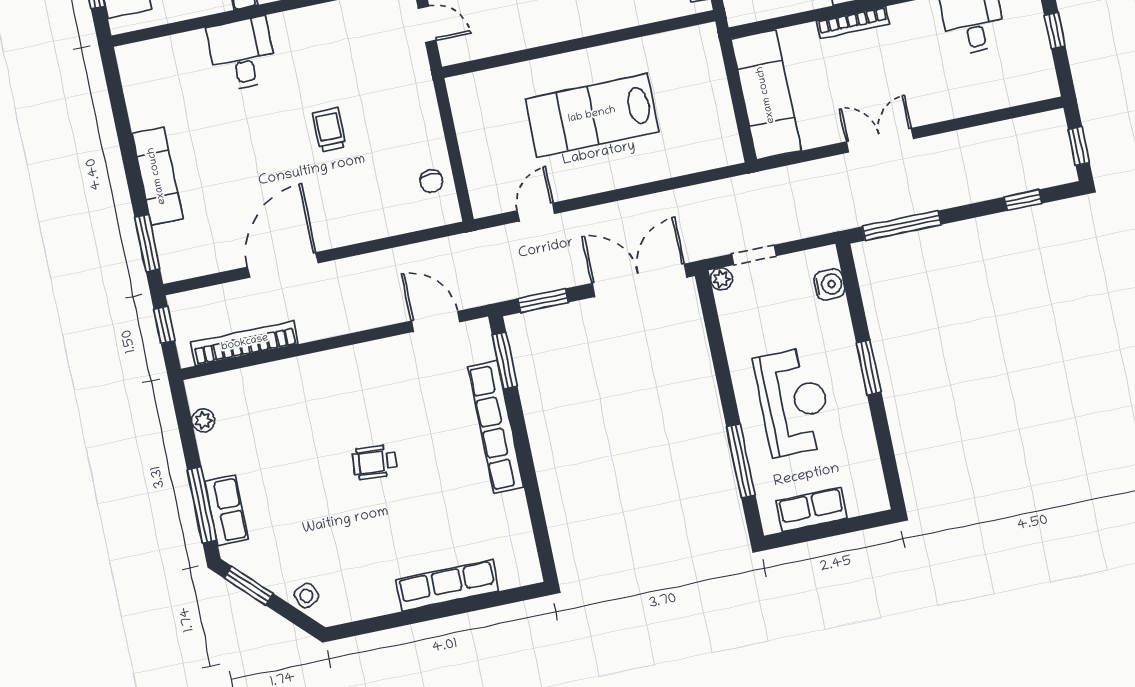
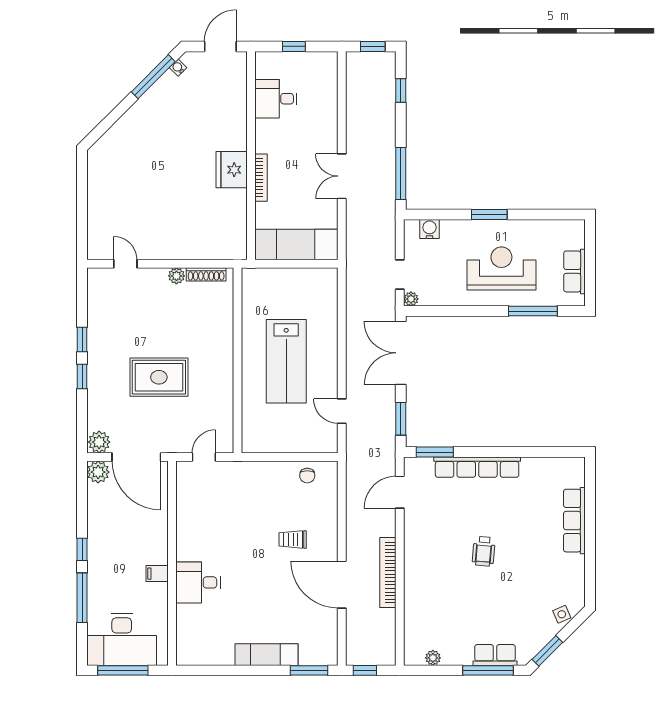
trolley: (329, 130) -> (293, 539), moved
chair: (431, 181) -> (307, 476), turned 90
bookcase: (245, 343) -> (388, 573), moved

